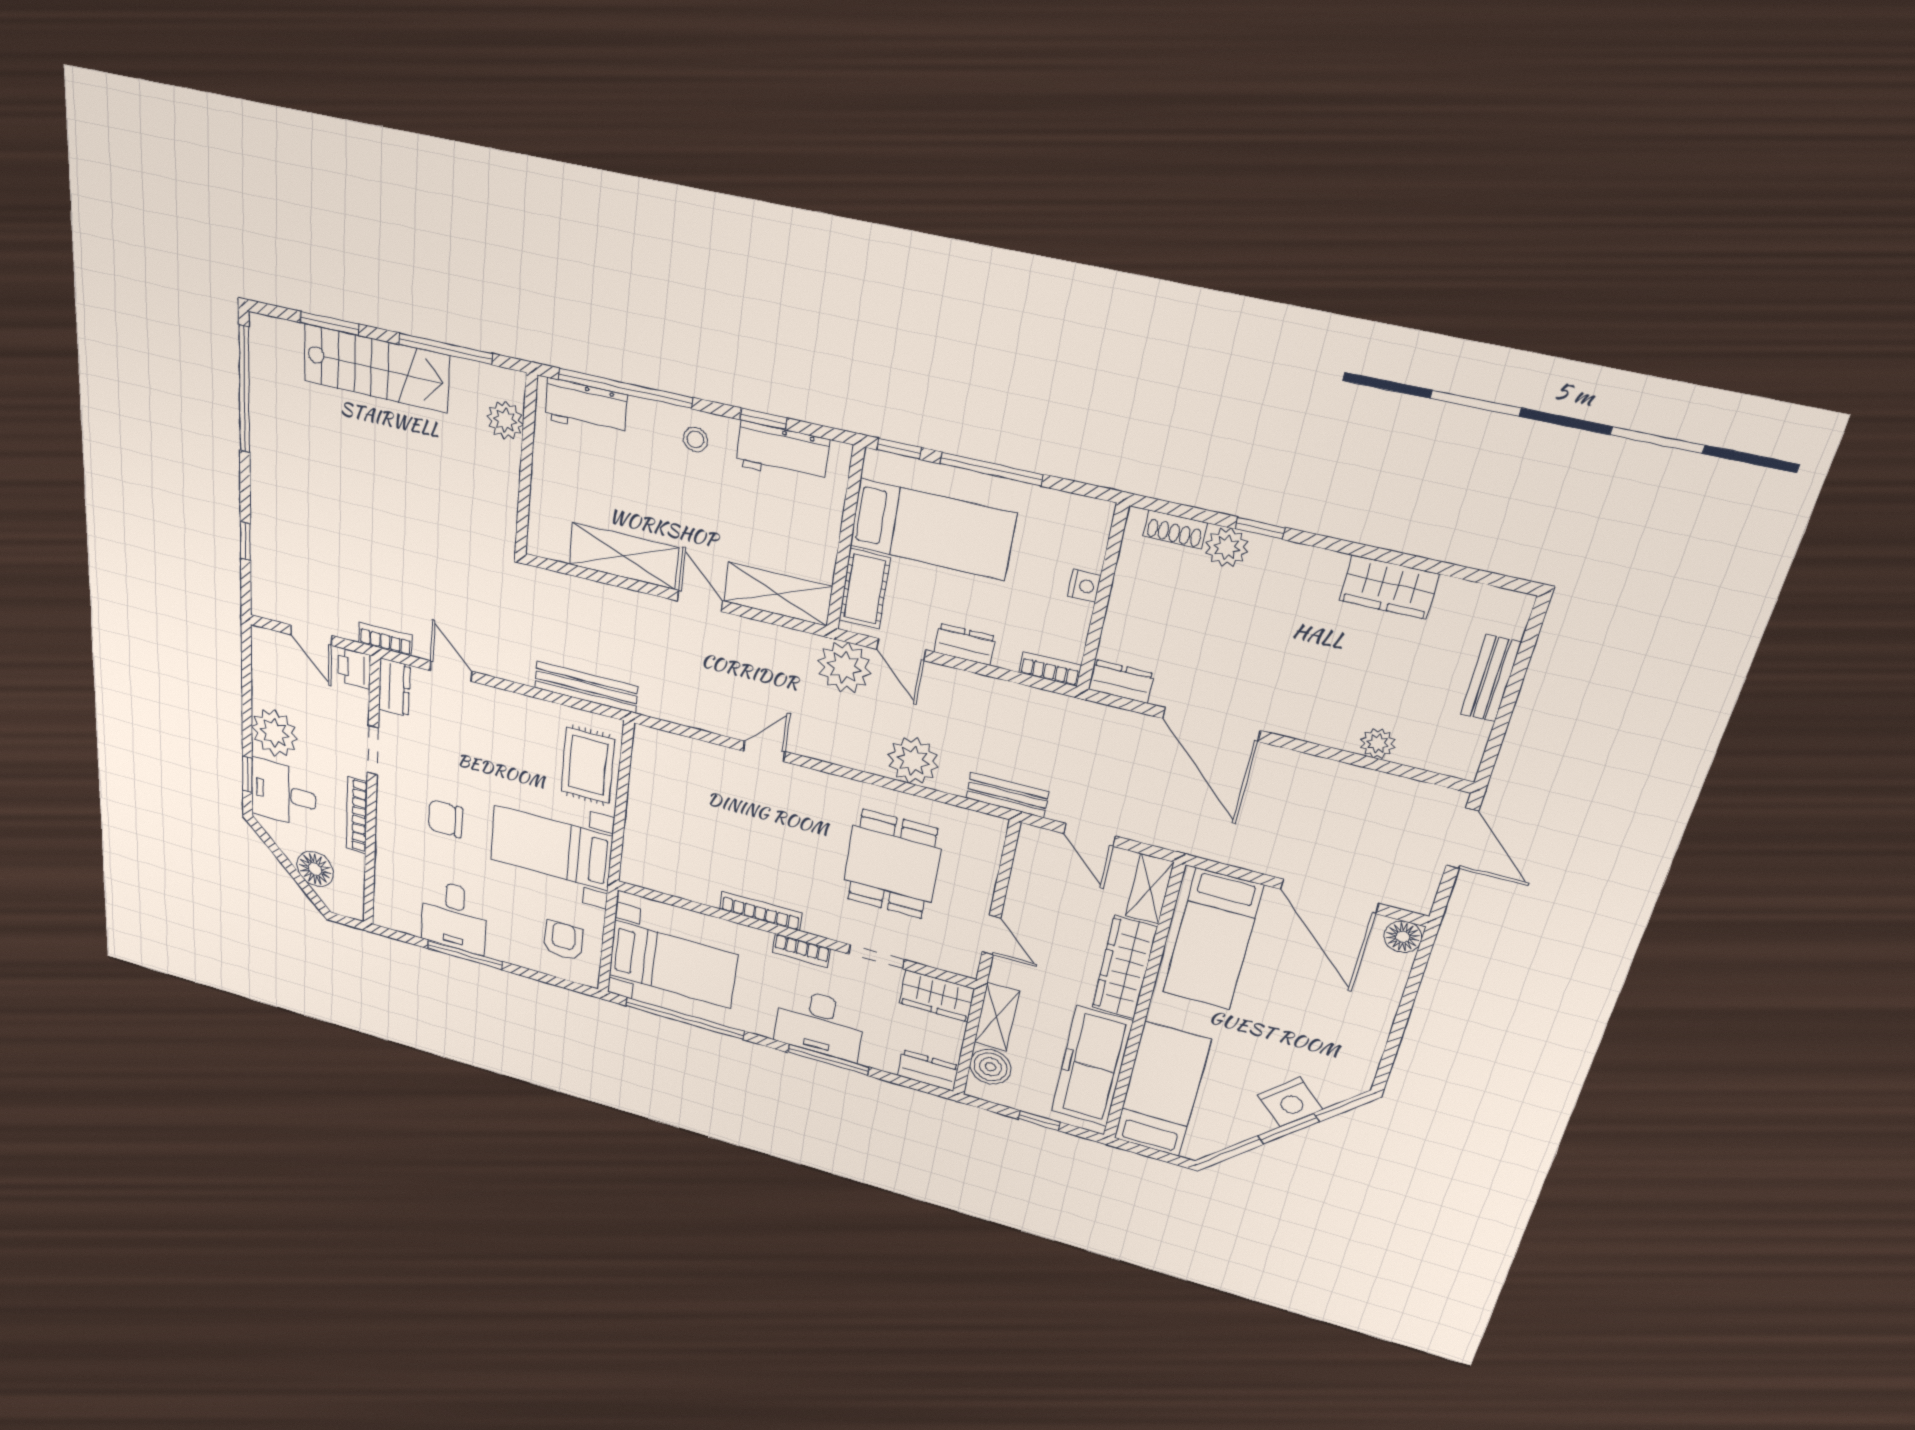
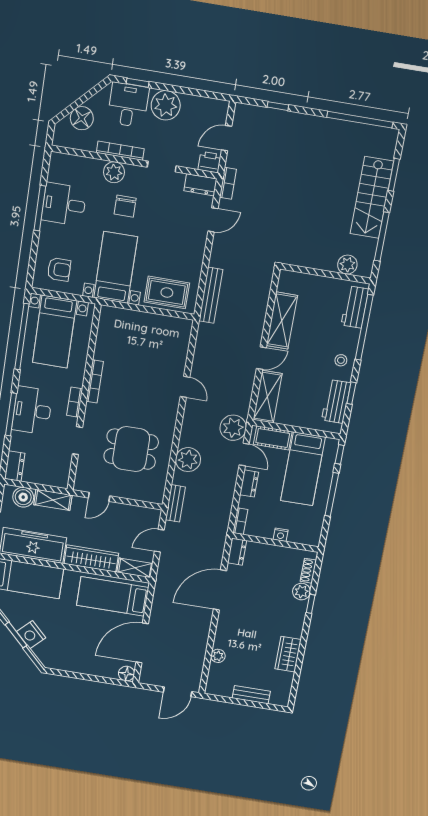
door: (901, 650) -> (244, 454), swing flipped
chair: (446, 819) -> (125, 206), turned 180
plant: (392, 830) -> (114, 172), added
wardrobe: (937, 996) -> (60, 471), removed

